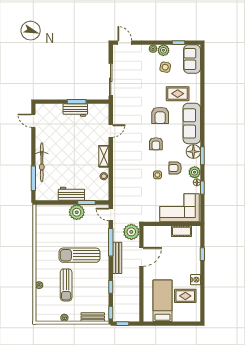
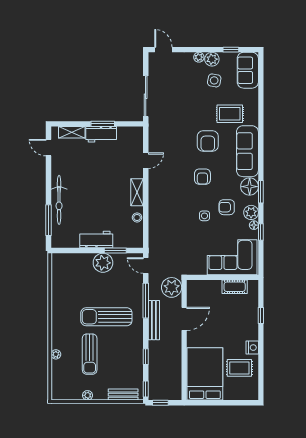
shelving: (52, 108) -> (72, 132), added
bed: (163, 301) -> (205, 374), width x1.50

